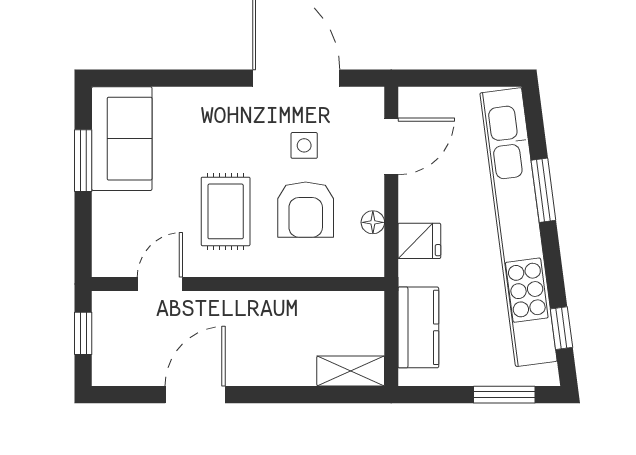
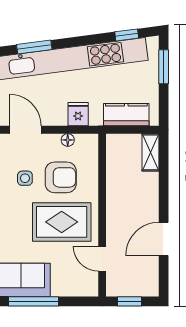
window: (83, 161) -> (33, 301), width x1.44
window: (543, 190) -> (34, 47), moved
rug: (226, 211) -> (62, 222), width x1.36, depth x1.43
door: (195, 395) -> (164, 239), hinge flipped

